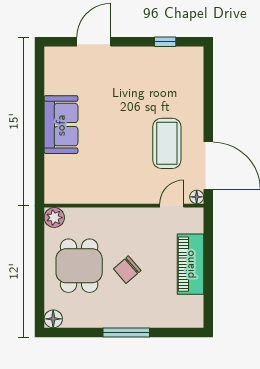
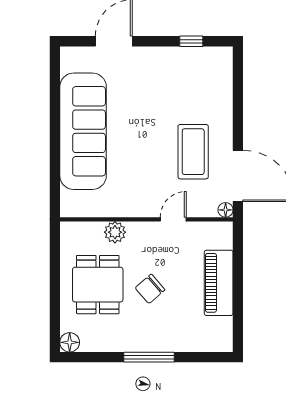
sofa: (61, 125) -> (83, 131), width x1.85, depth x1.27
door: (172, 206) -> (173, 219), moved
plant: (54, 218) -> (115, 232), moved

